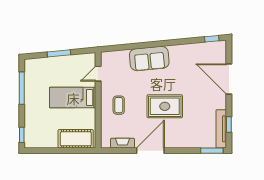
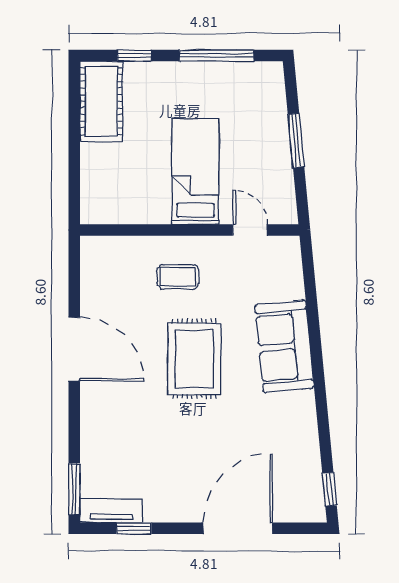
rug: (165, 106) -> (194, 359), moved
tv unit: (221, 129) -> (111, 511), width x0.71
window: (22, 135) -> (134, 56), moved
cot: (76, 139) -> (101, 101), moved
fireplace: (123, 143) -> (91, 285), removed

